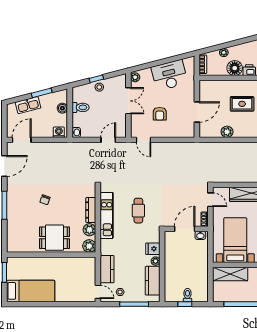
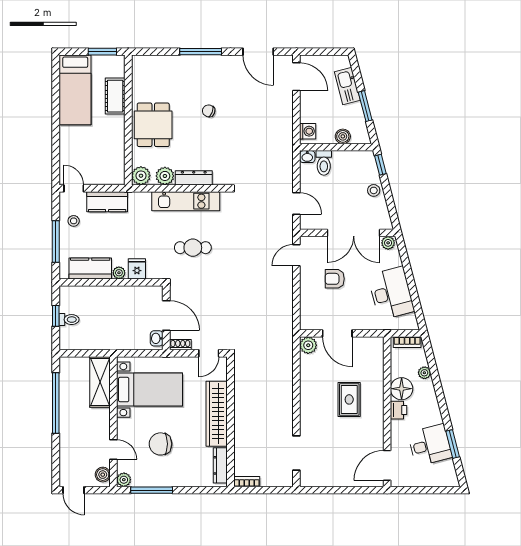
window: (96, 79) -> (380, 165), moved
double door: (128, 101) -> (354, 233), width x1.37
toilet: (80, 107) -> (324, 163), moved
plant: (227, 132) -> (308, 345), moved
cot: (35, 264) -> (115, 96), added
door: (98, 292) -> (74, 188), swing flipped

